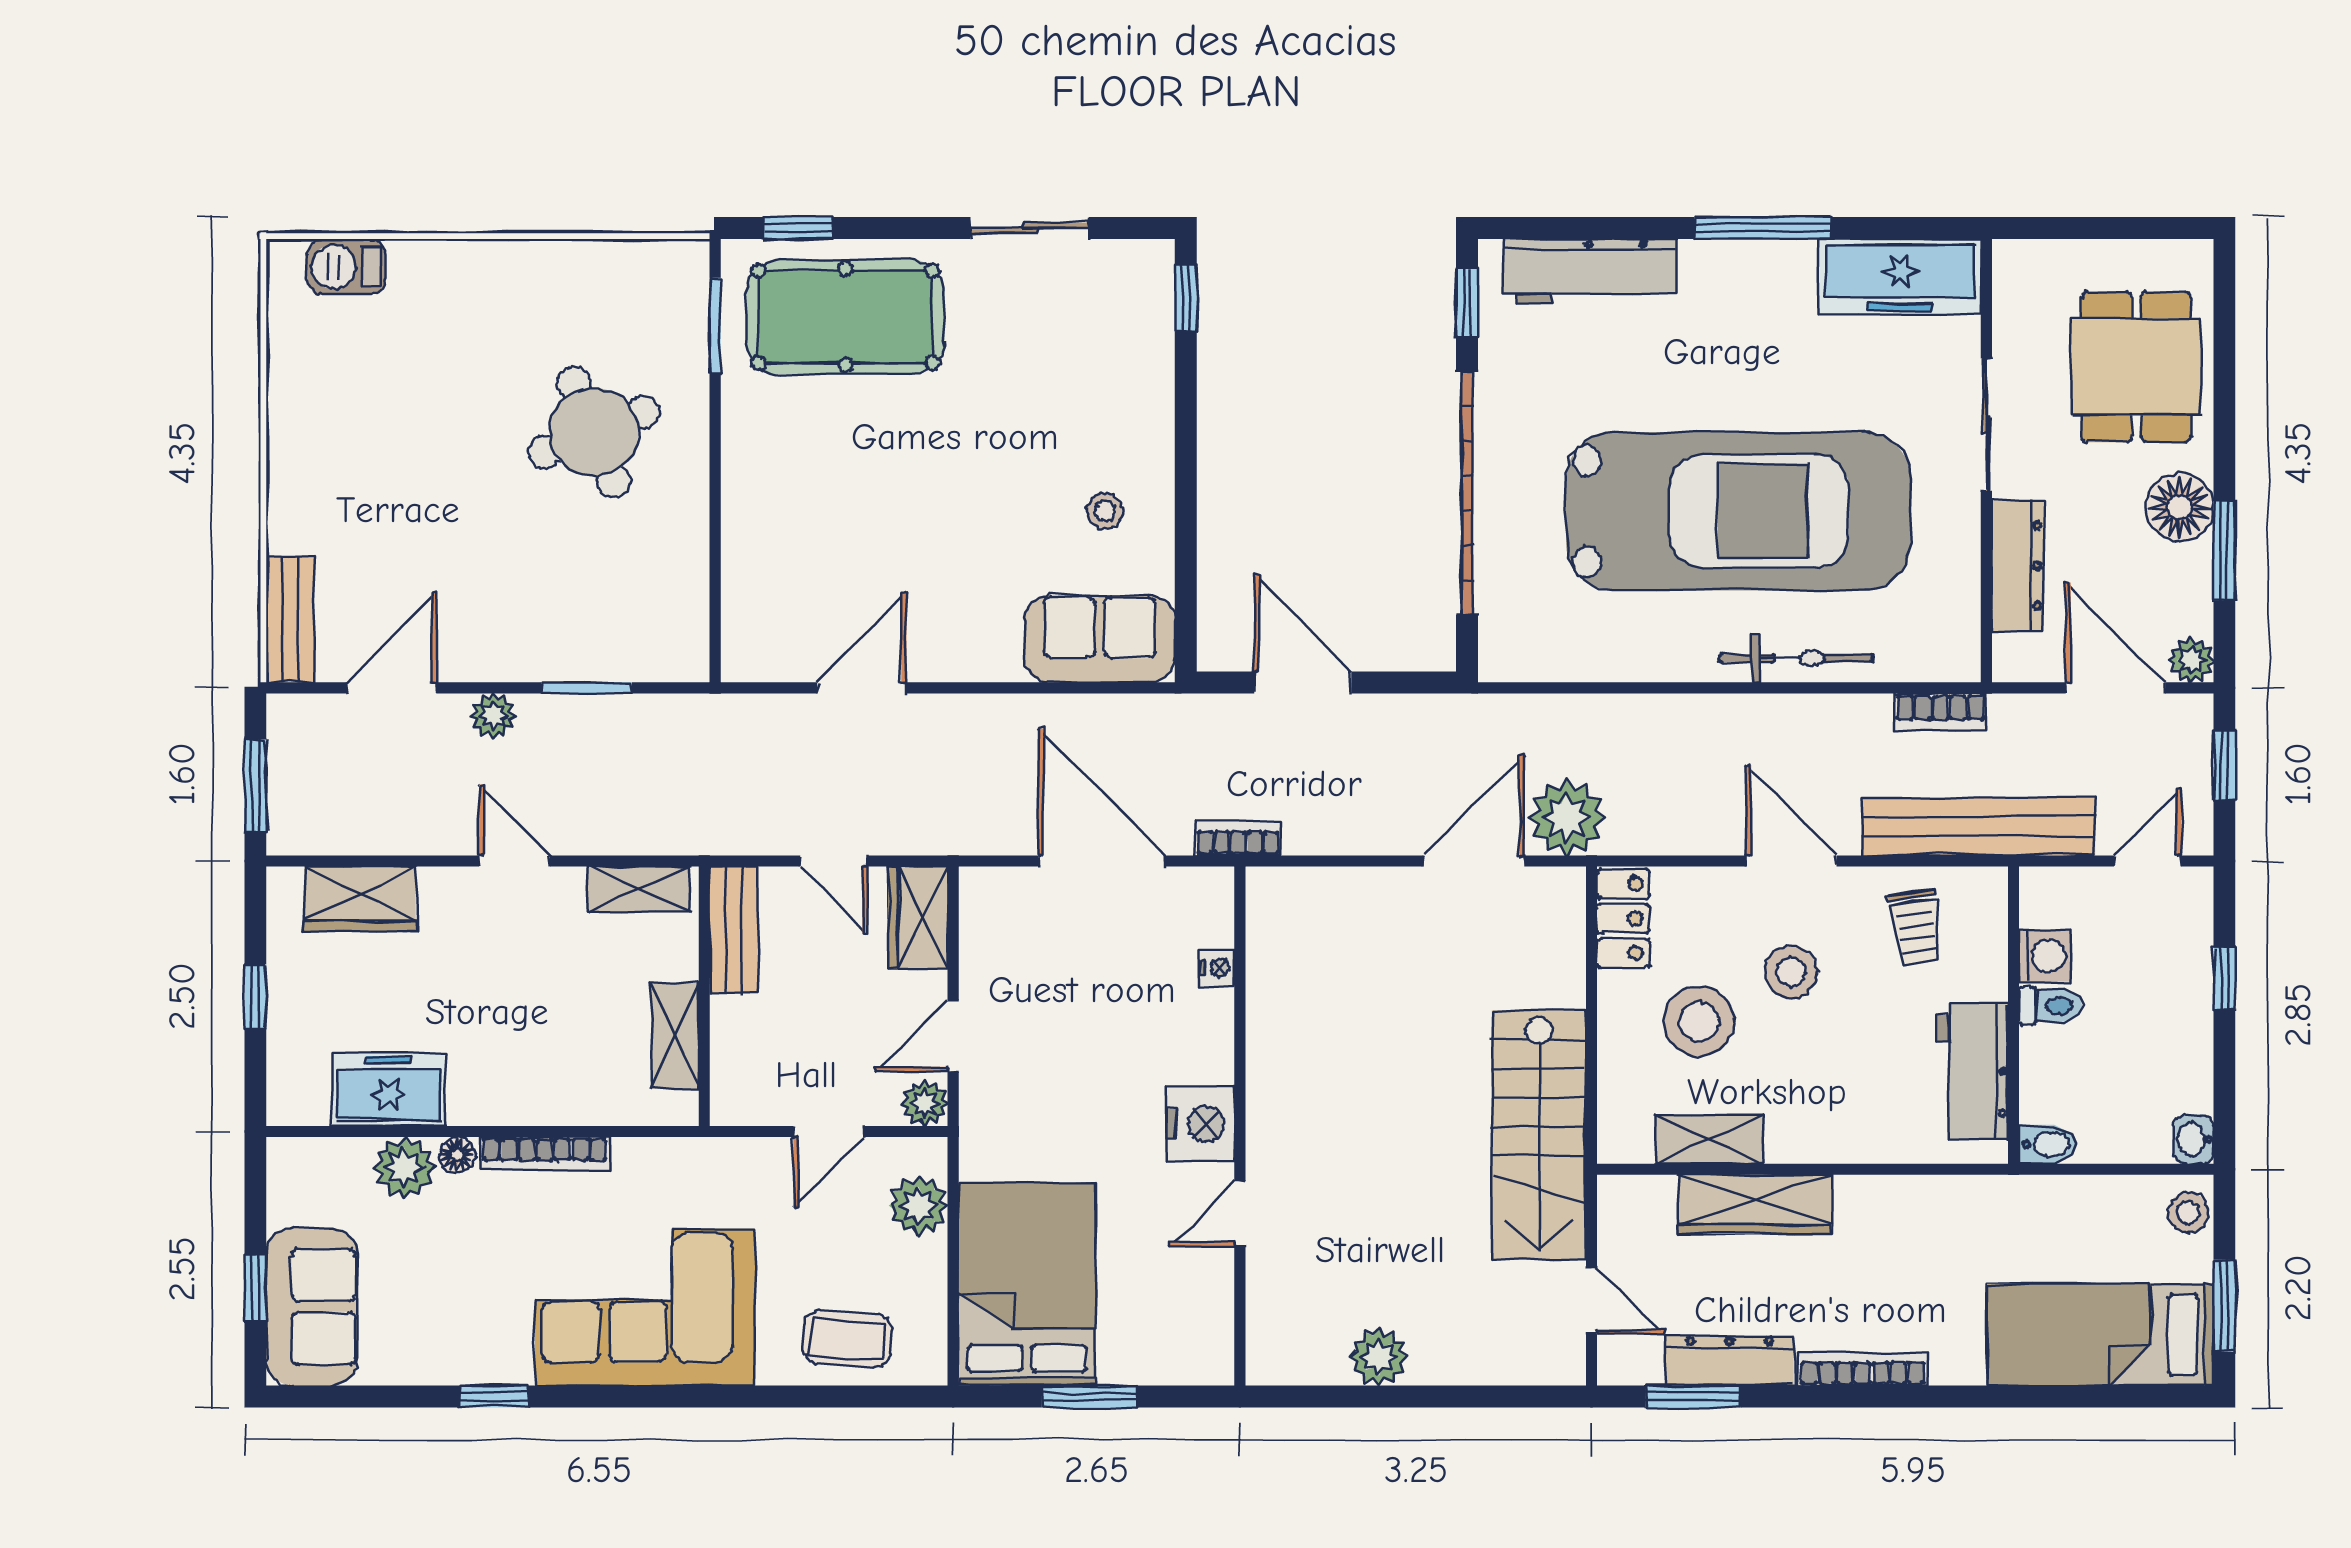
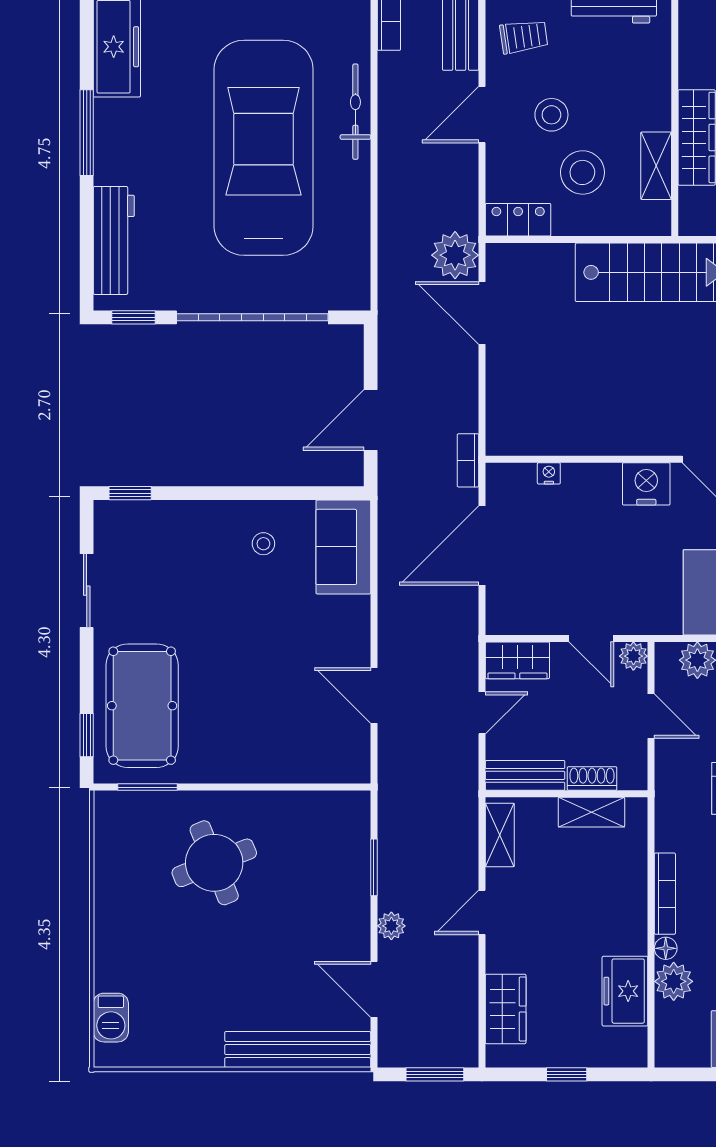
bench: (290, 620) -> (298, 1050), width x1.86, depth x1.21
shoe rack: (729, 1037) -> (592, 779), added

